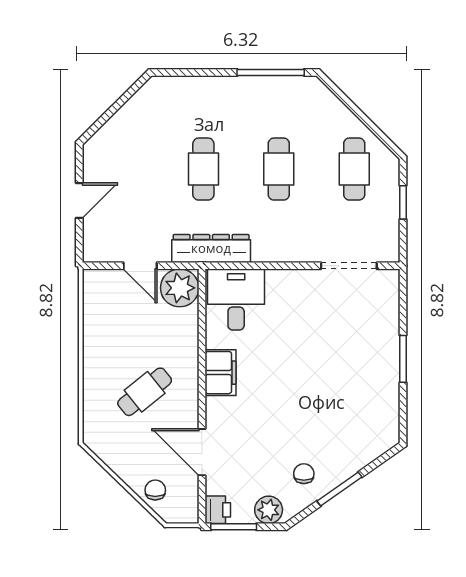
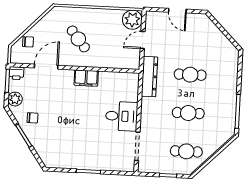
plant: (180, 288) -> (132, 20), moved
desk: (236, 299) -> (122, 116), moved

